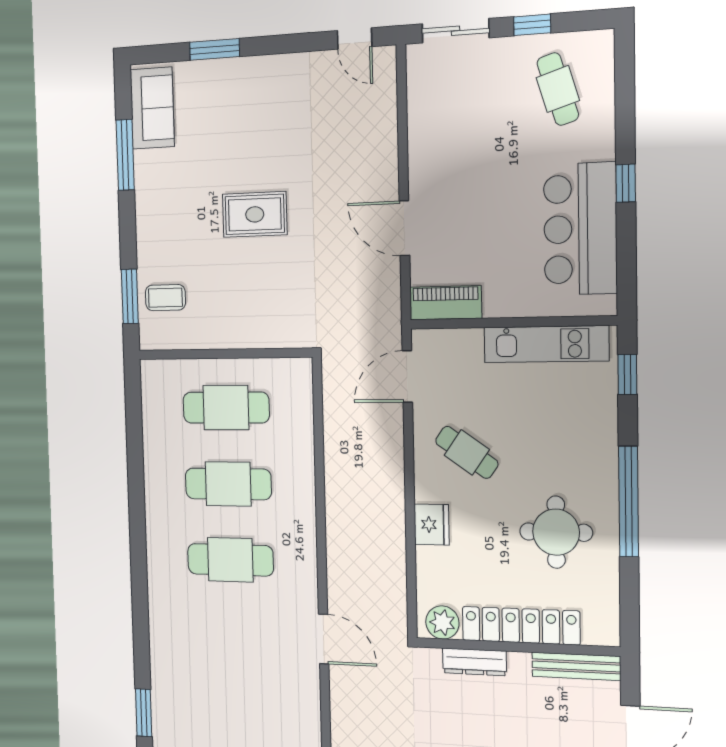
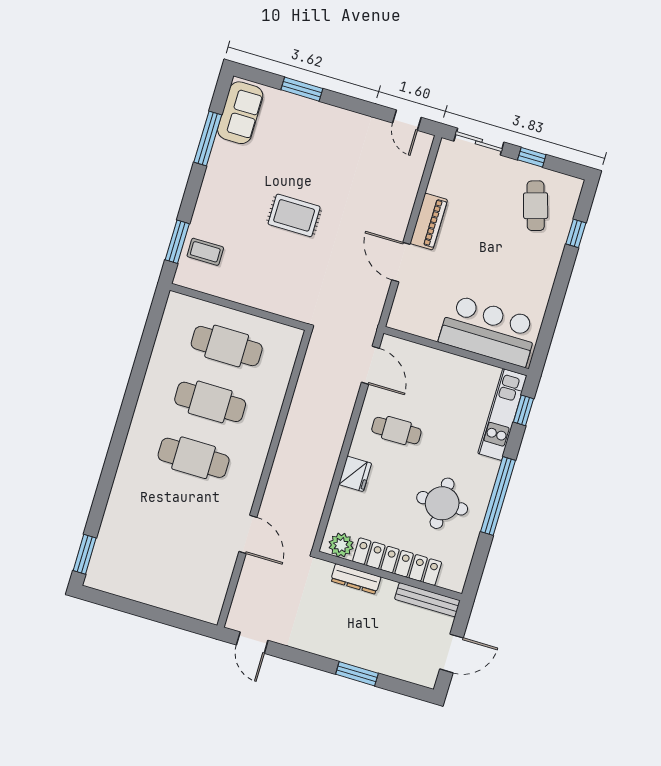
window: (626, 183) -> (576, 233), moved
bar counter: (580, 229) -> (489, 331), moved, turned 90
piano: (446, 303) -> (429, 222), moved, turned 90
kitchen unit: (546, 344) -> (502, 415), moved, turned 90
door: (407, 377) -> (370, 365), swing flipped
cafe table: (467, 452) -> (396, 431), turned -36

